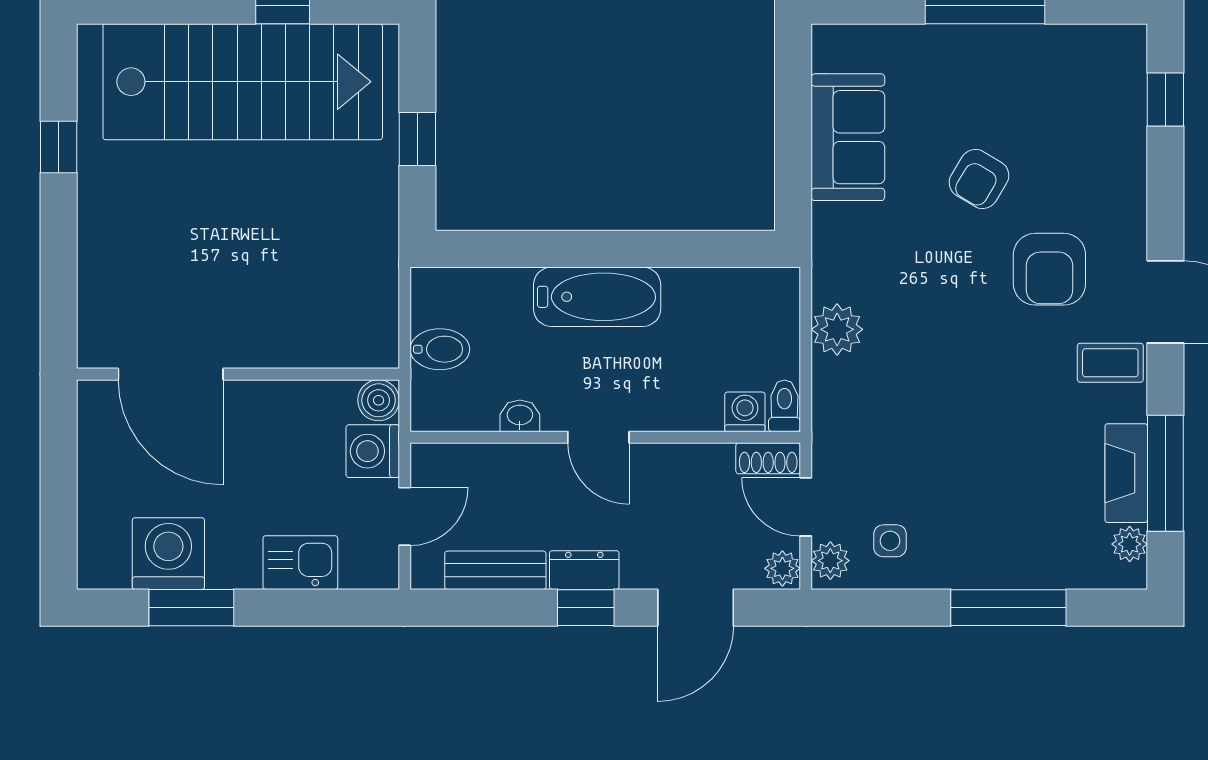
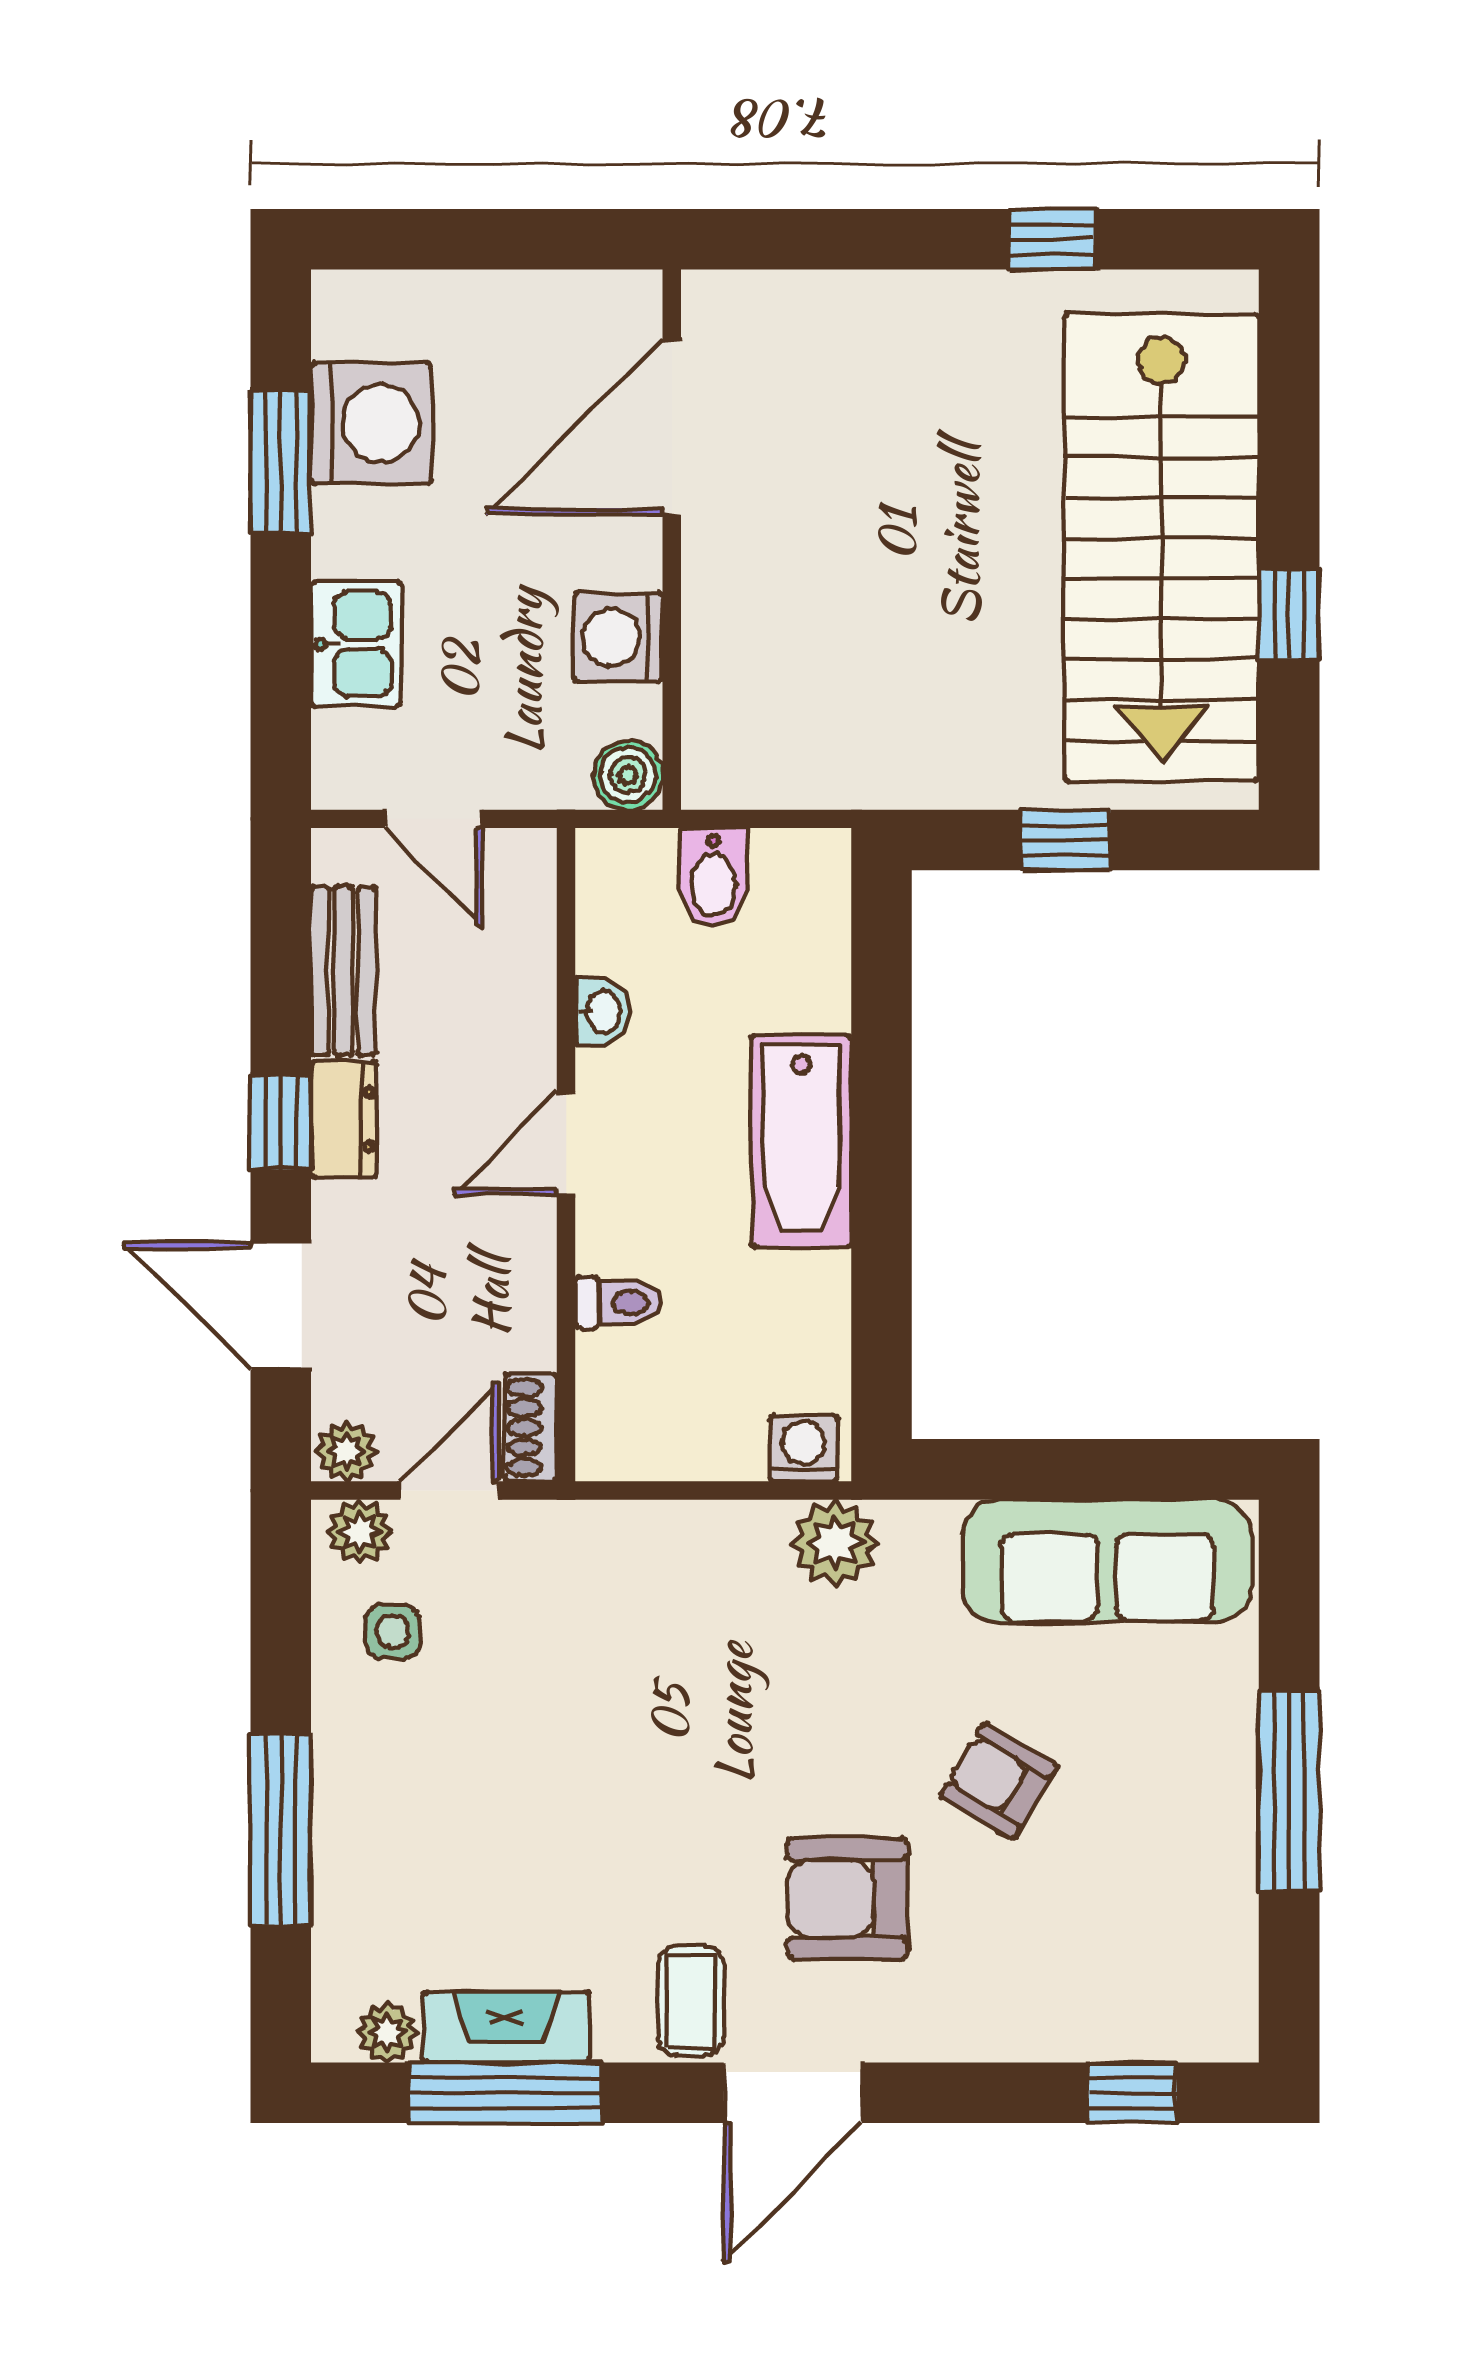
sofa: (848, 137) -> (1107, 1561), width x1.36
plant: (837, 329) -> (835, 1543), moved
toilet: (784, 406) -> (619, 1303), moved
washing machine: (745, 412) -> (803, 1448), moved, turned -90
washing machine: (373, 451) -> (618, 637), moved, turned -90

